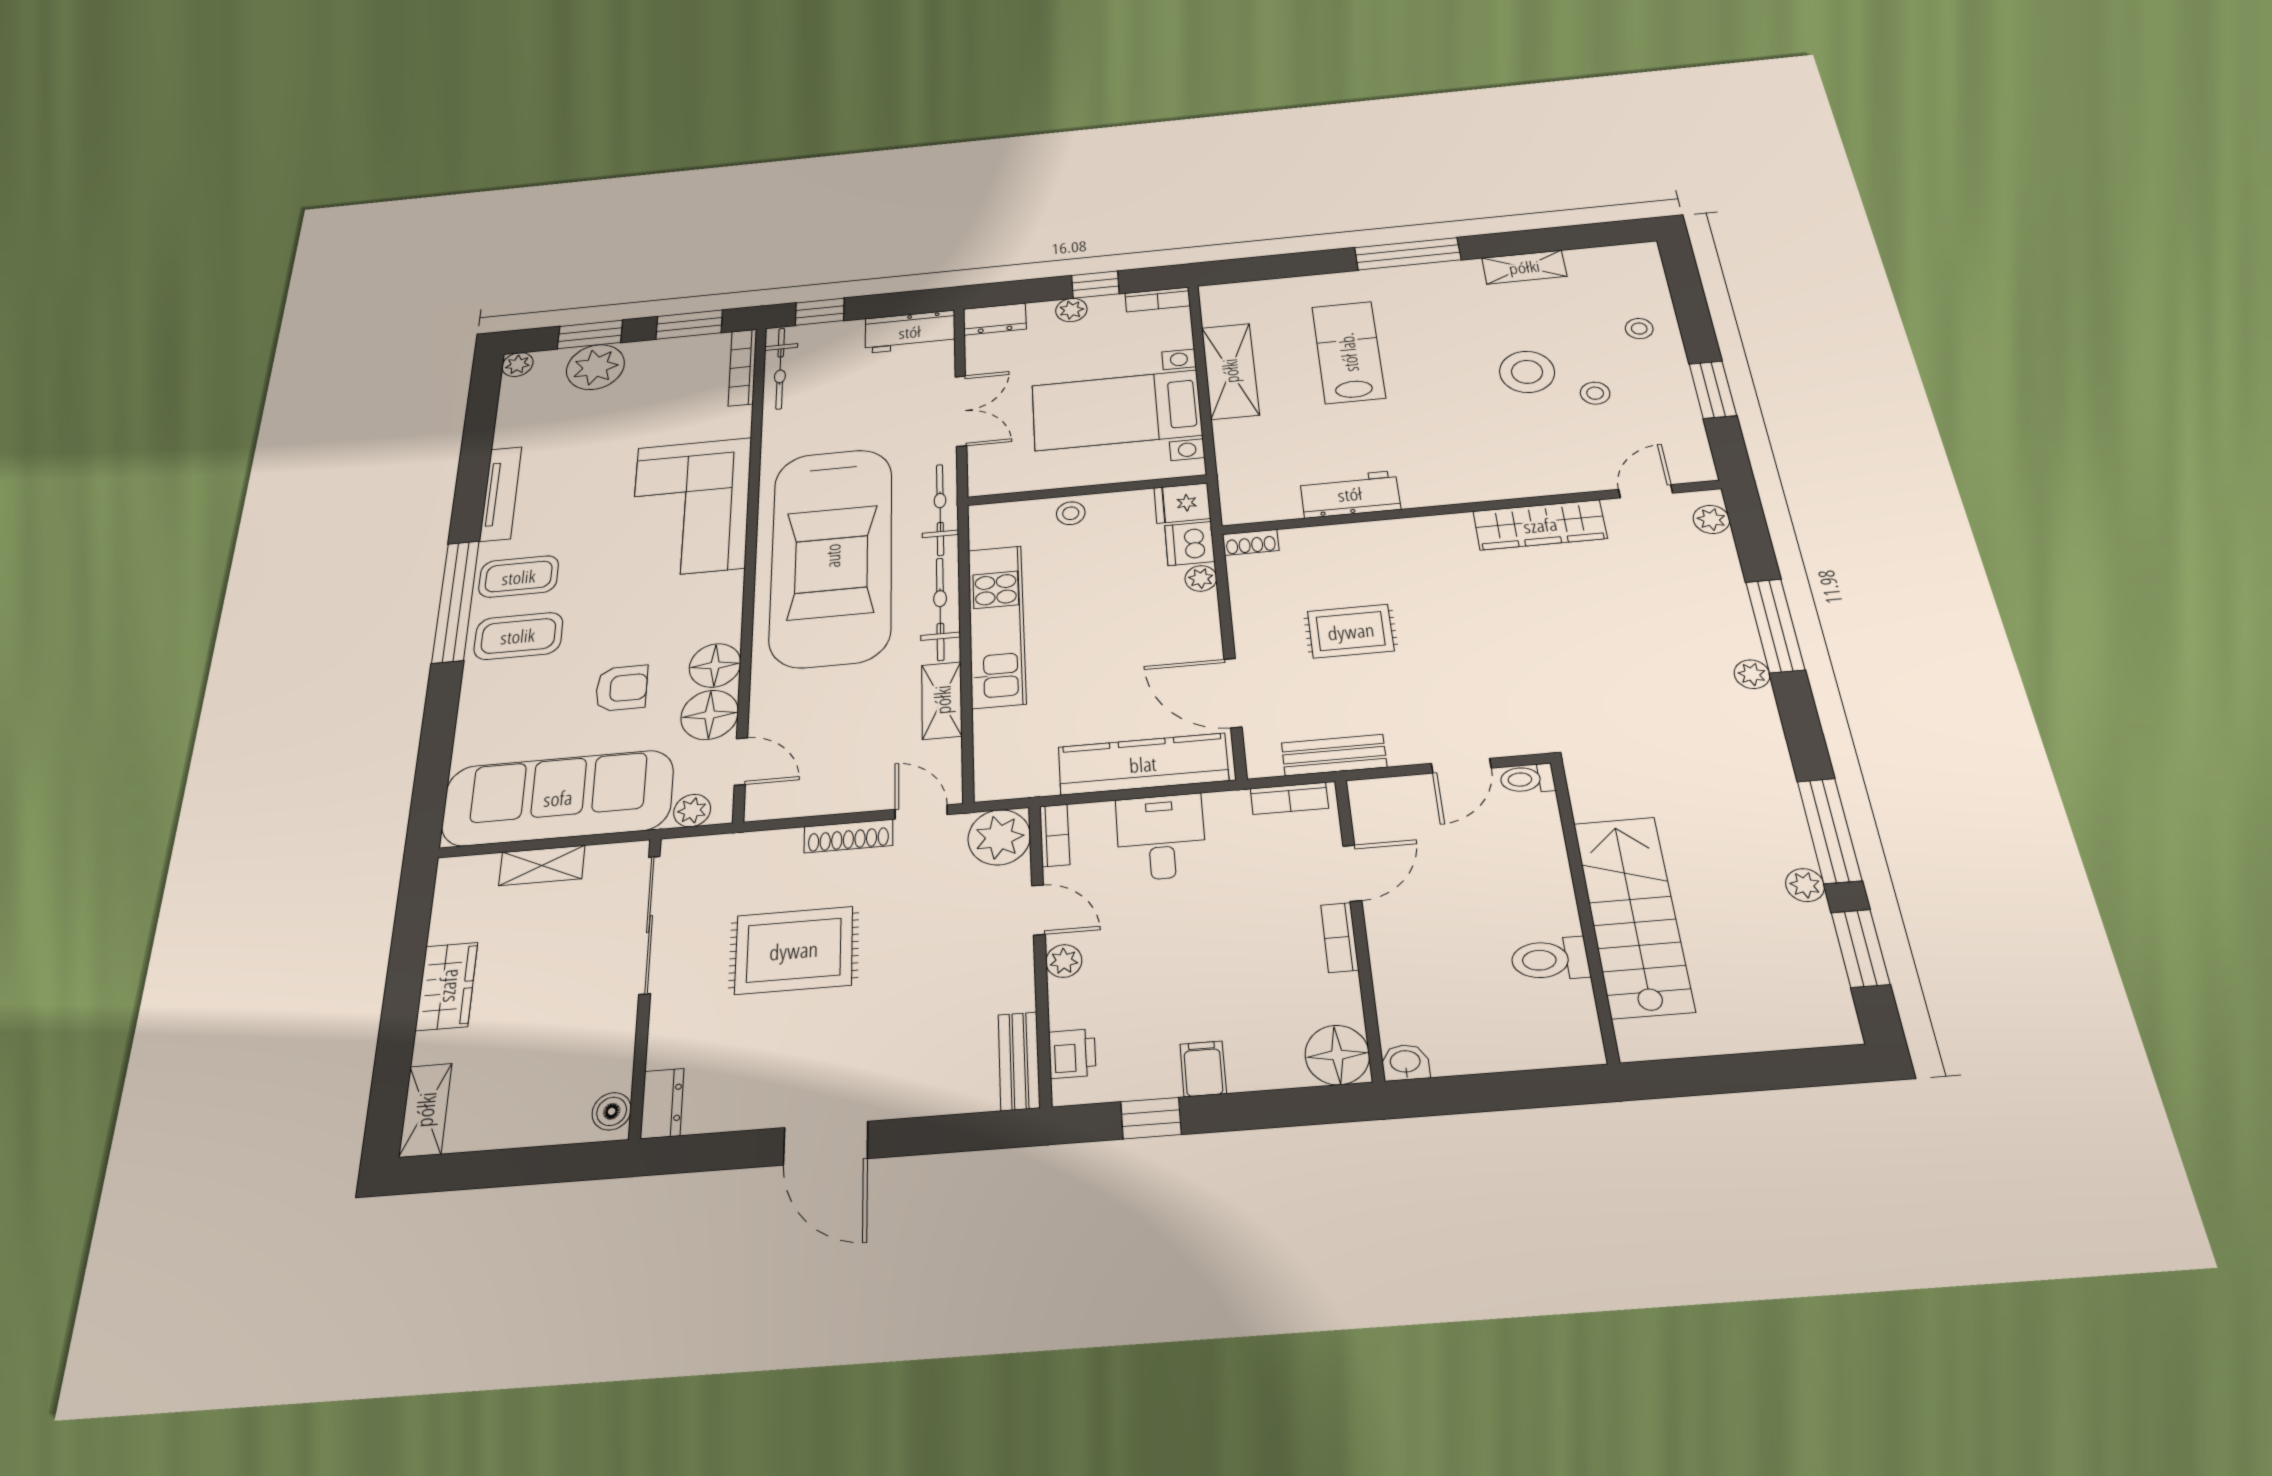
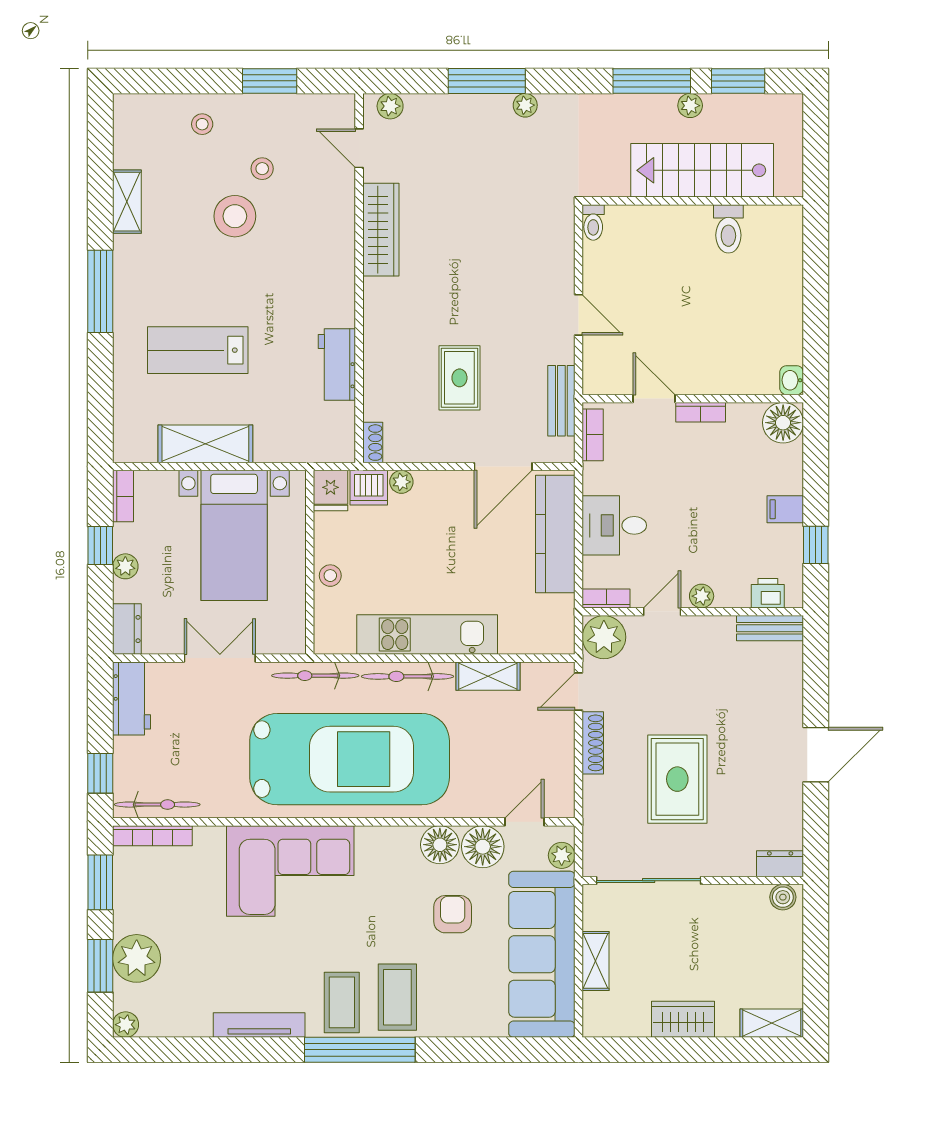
toilet: (1527, 779) -> (593, 222), moved
wall: (1584, 907) -> (693, 201), moved
stairs: (1633, 916) -> (702, 170), moved
toilet: (1550, 959) -> (728, 229), moved

